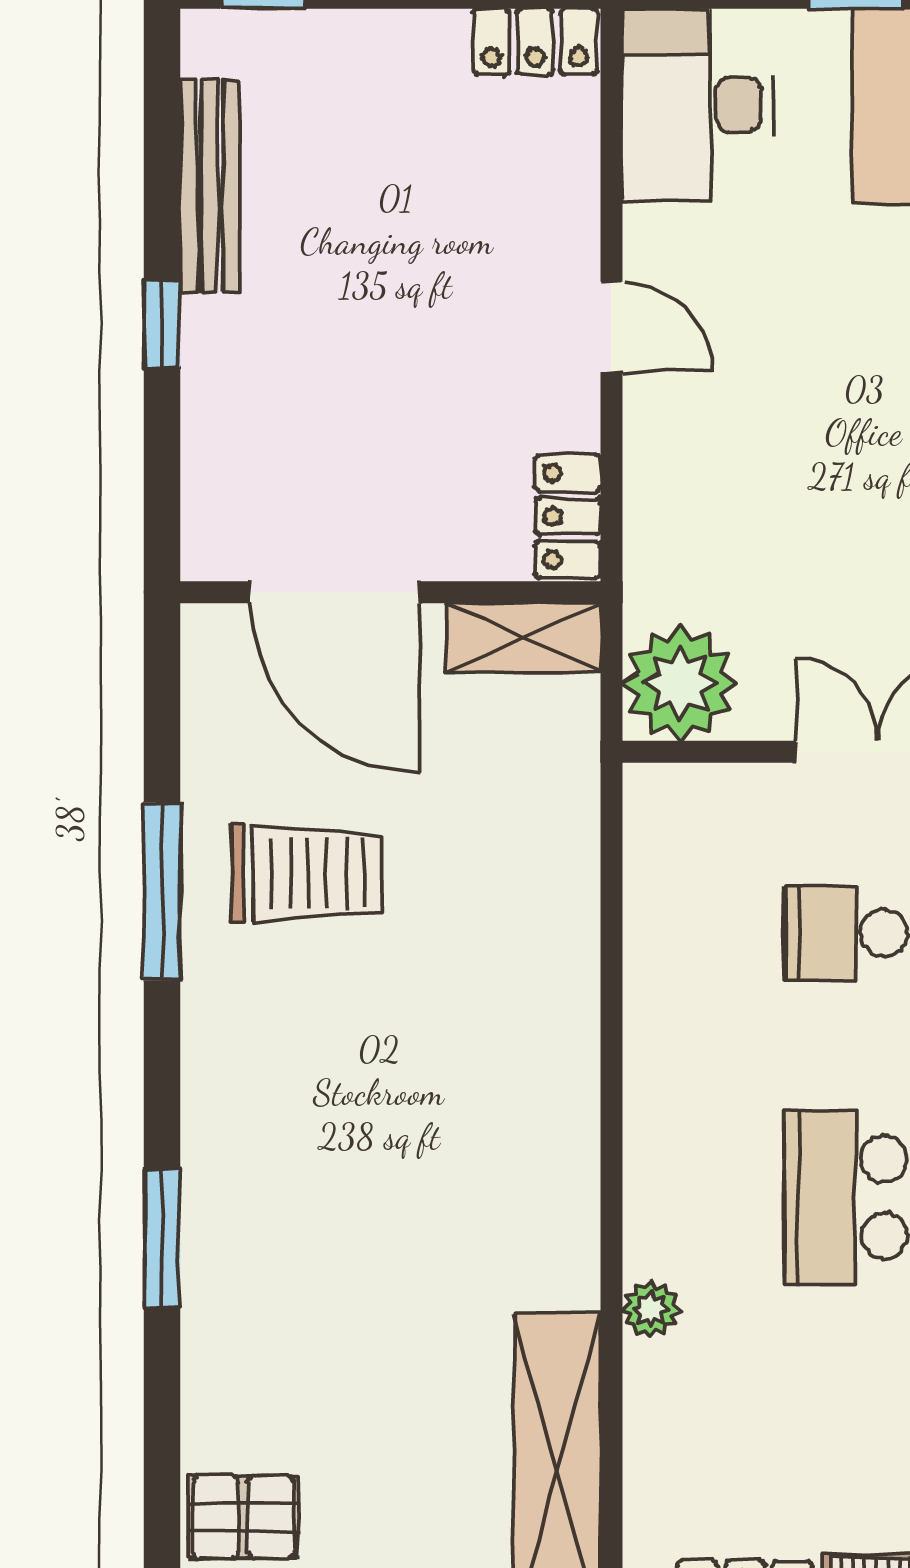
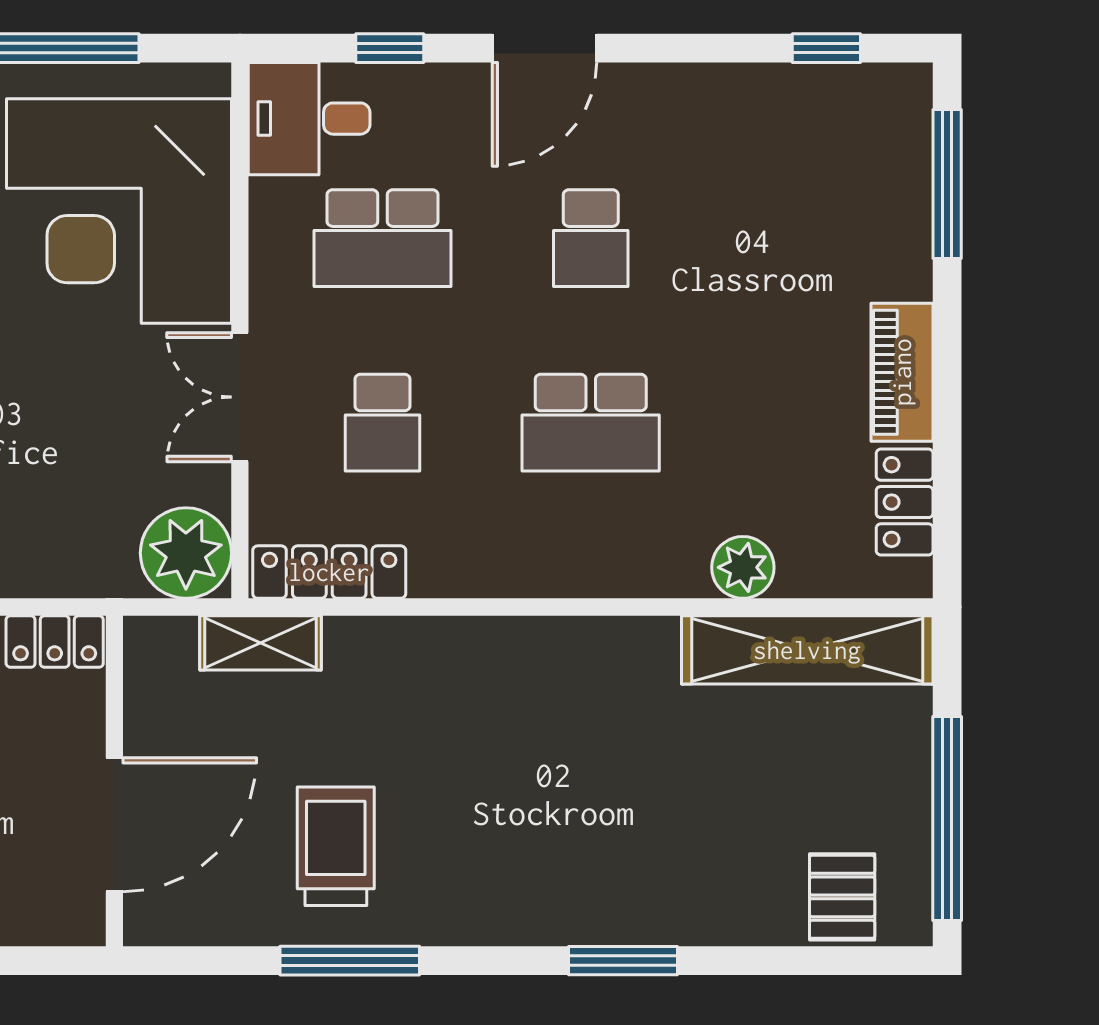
shelving: (523, 638) -> (261, 643), moved, turned 90
locker: (656, 865) -> (329, 572), added
plant: (651, 1309) -> (743, 567), moved, width x1.38, depth x1.38

